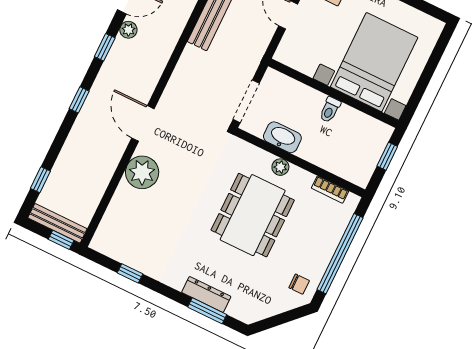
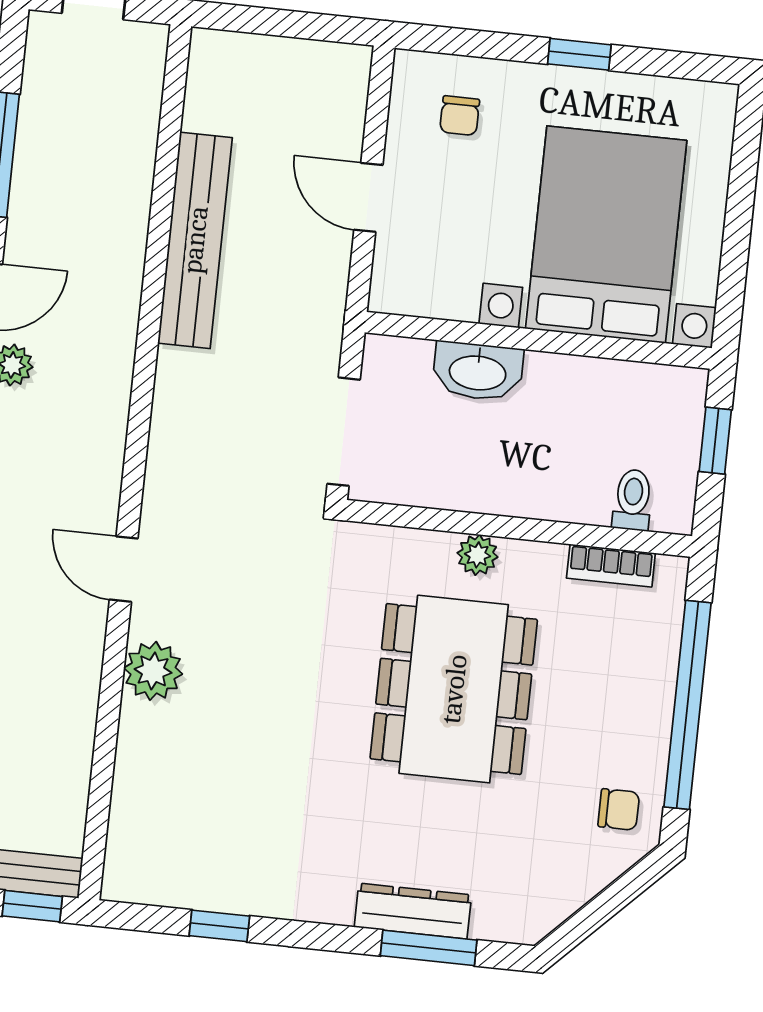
toilet: (330, 110) -> (633, 500), moved, turned 180
door: (143, 123) -> (124, 569), width x0.73
washbasin: (282, 137) -> (478, 371), moved, turned 180
plant: (142, 172) -> (153, 671), width x0.73, depth x0.73

